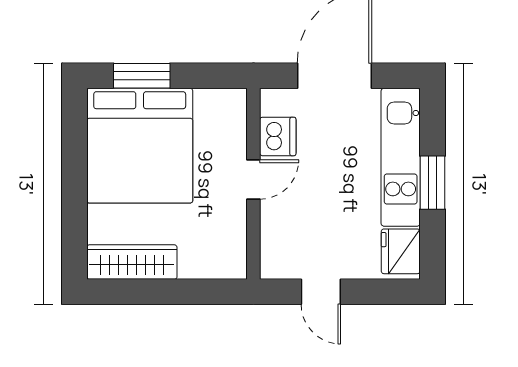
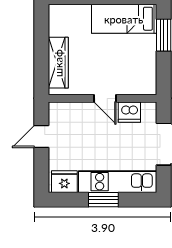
bed: (140, 146) -> (124, 19), width x0.49
wardrobe: (132, 262) -> (58, 63), moved

